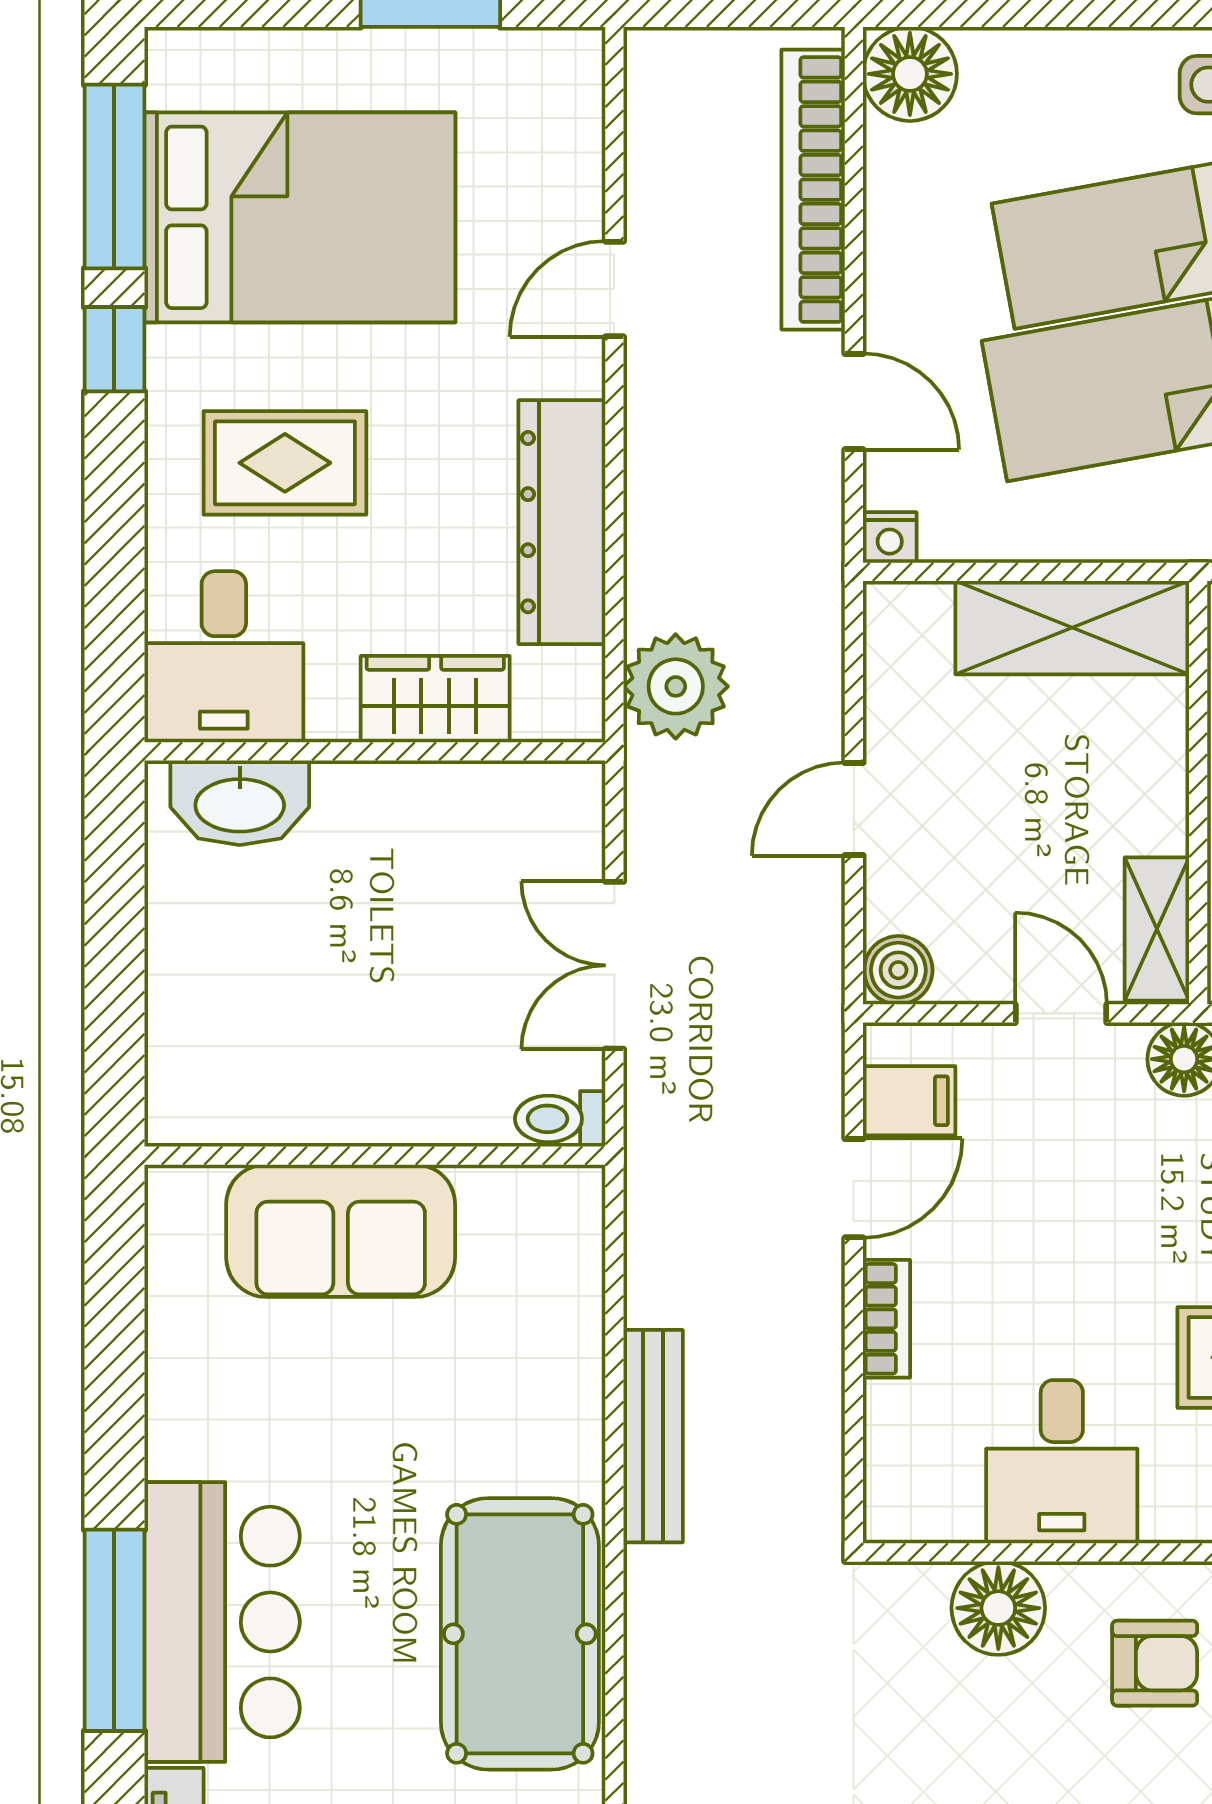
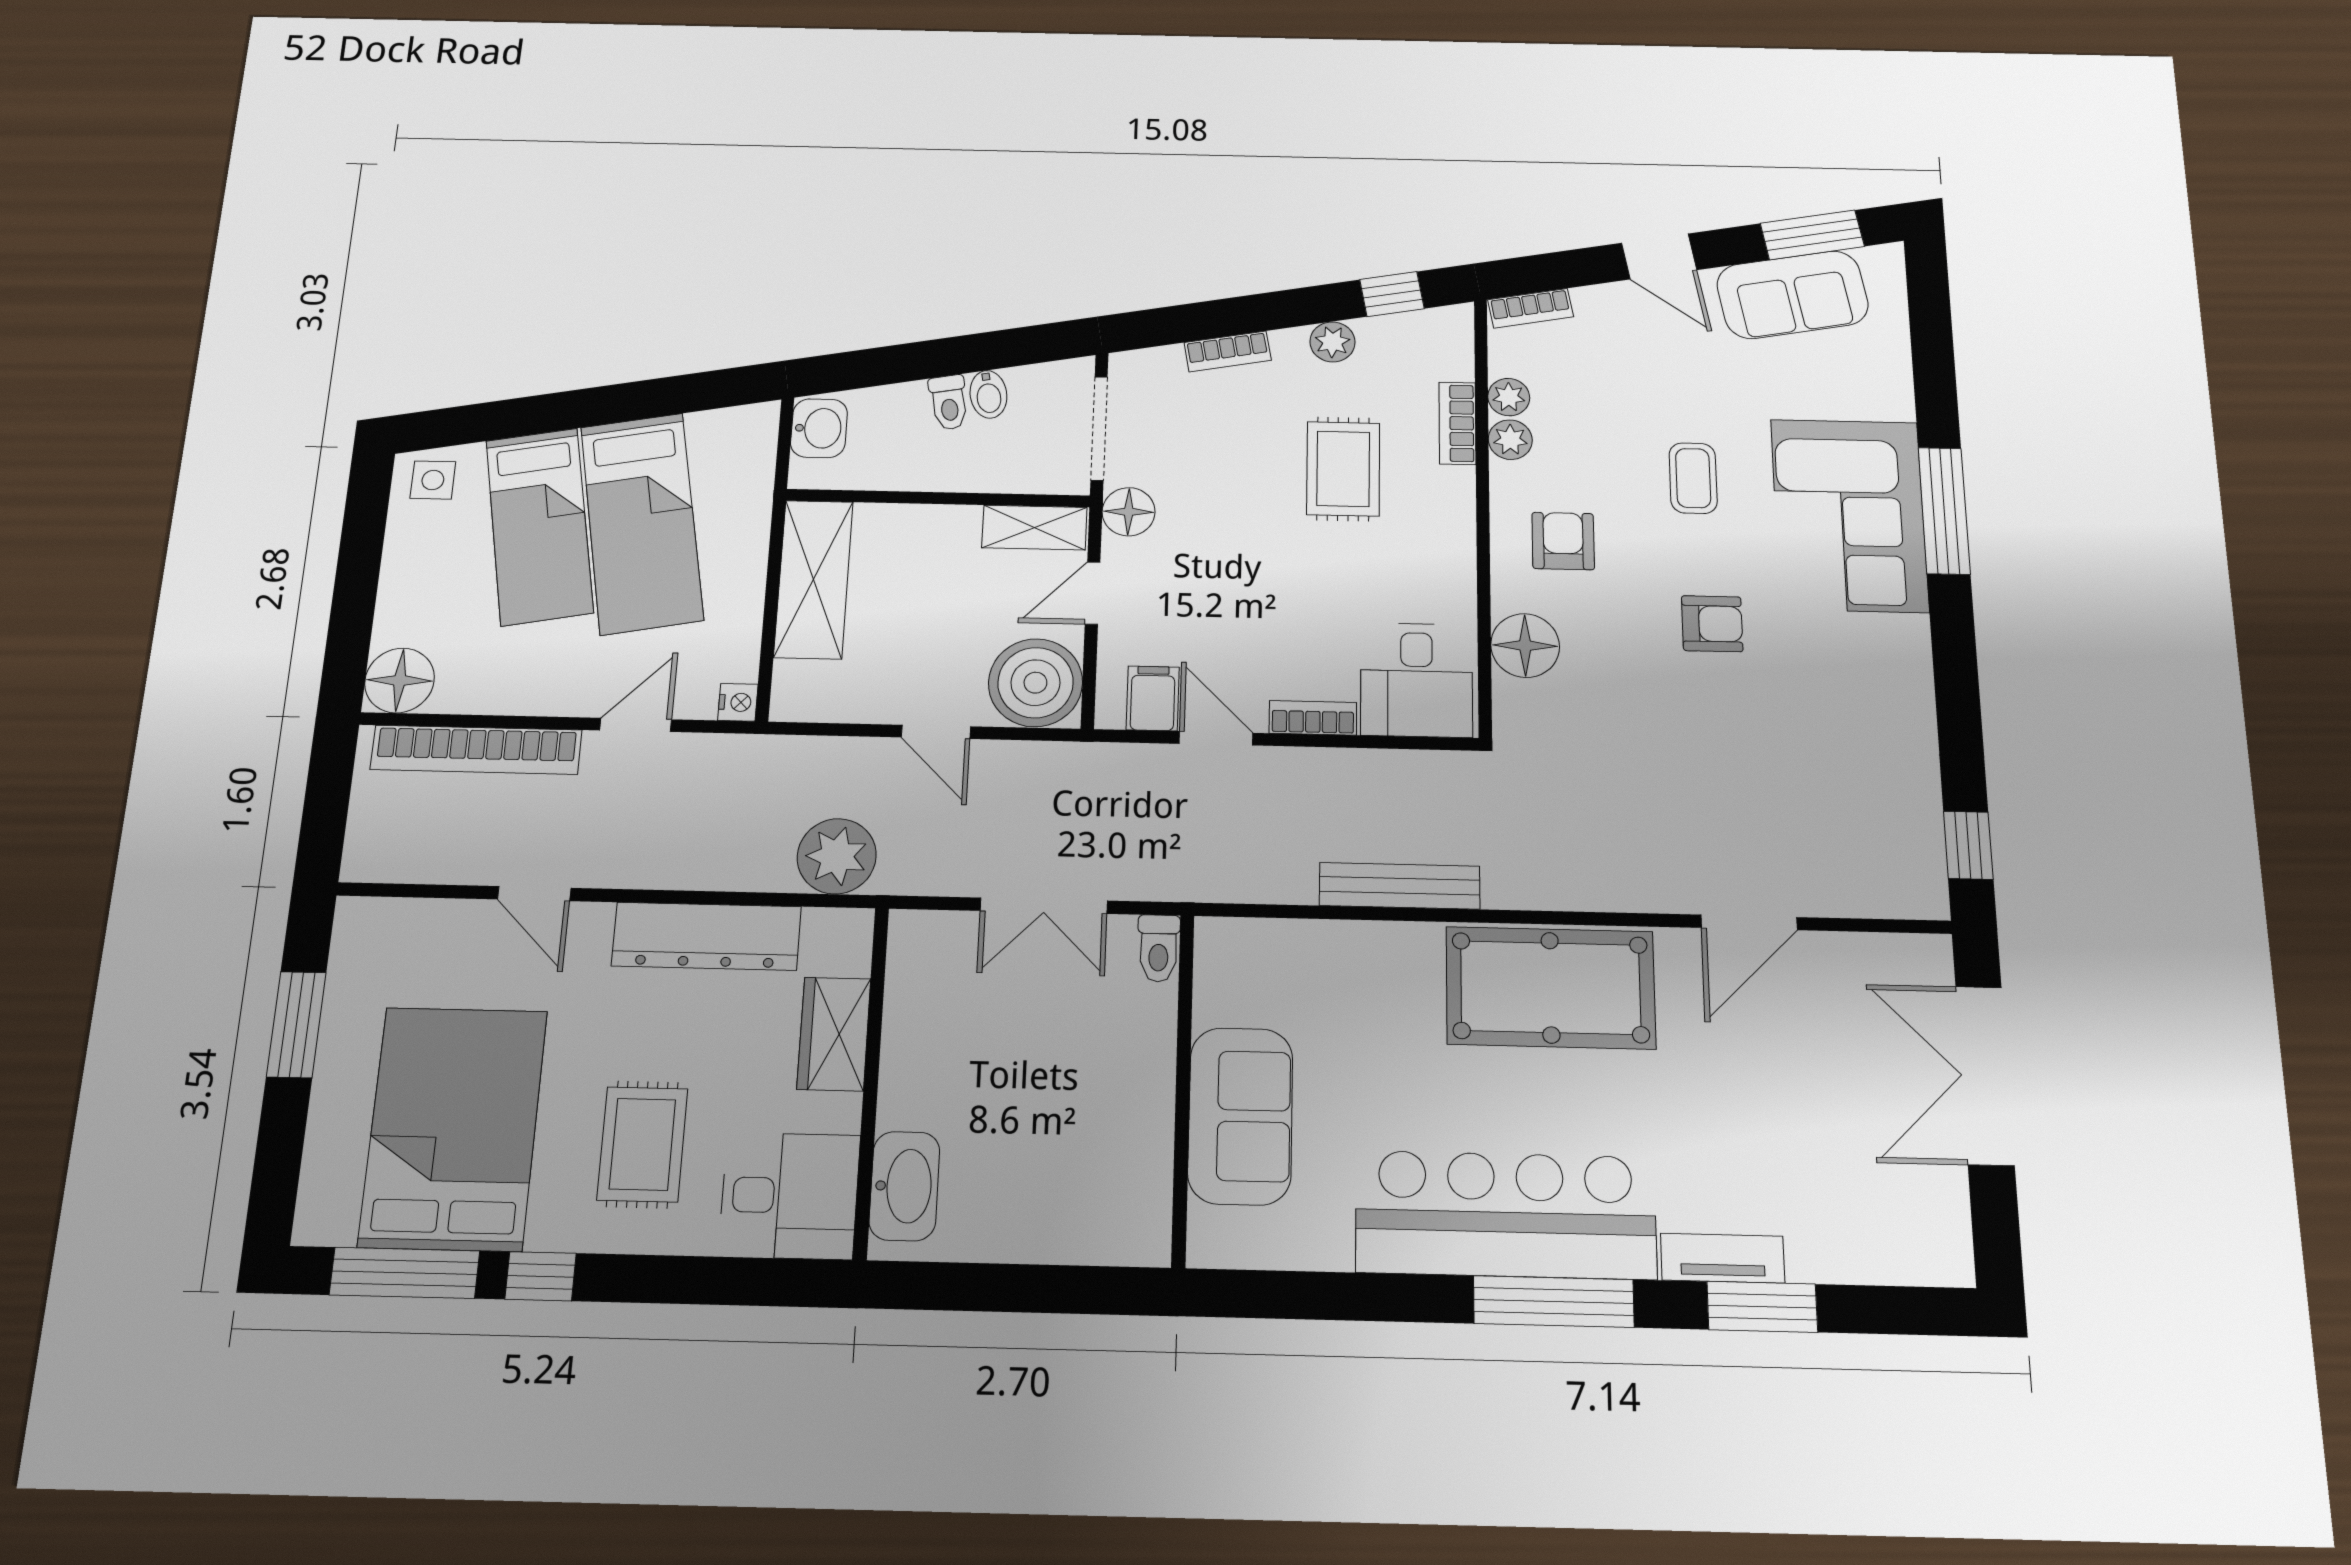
boiler: (898, 970) -> (1035, 683), width x1.86, depth x1.86
desk: (1062, 1462) -> (1417, 680), moved, turned 90
bar counter: (222, 1622) -> (1506, 1215), width x1.36

